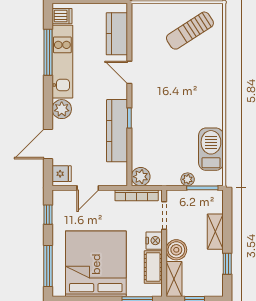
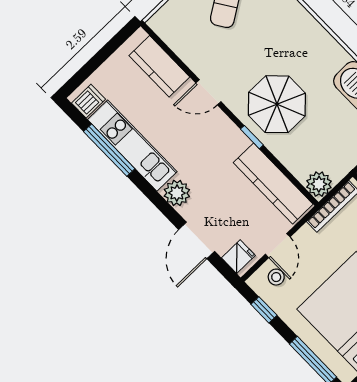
parasol: (159, 113) -> (277, 104), added
kitchen counter: (117, 131) -> (273, 183), moved
stool: (71, 204) -> (276, 277), added

